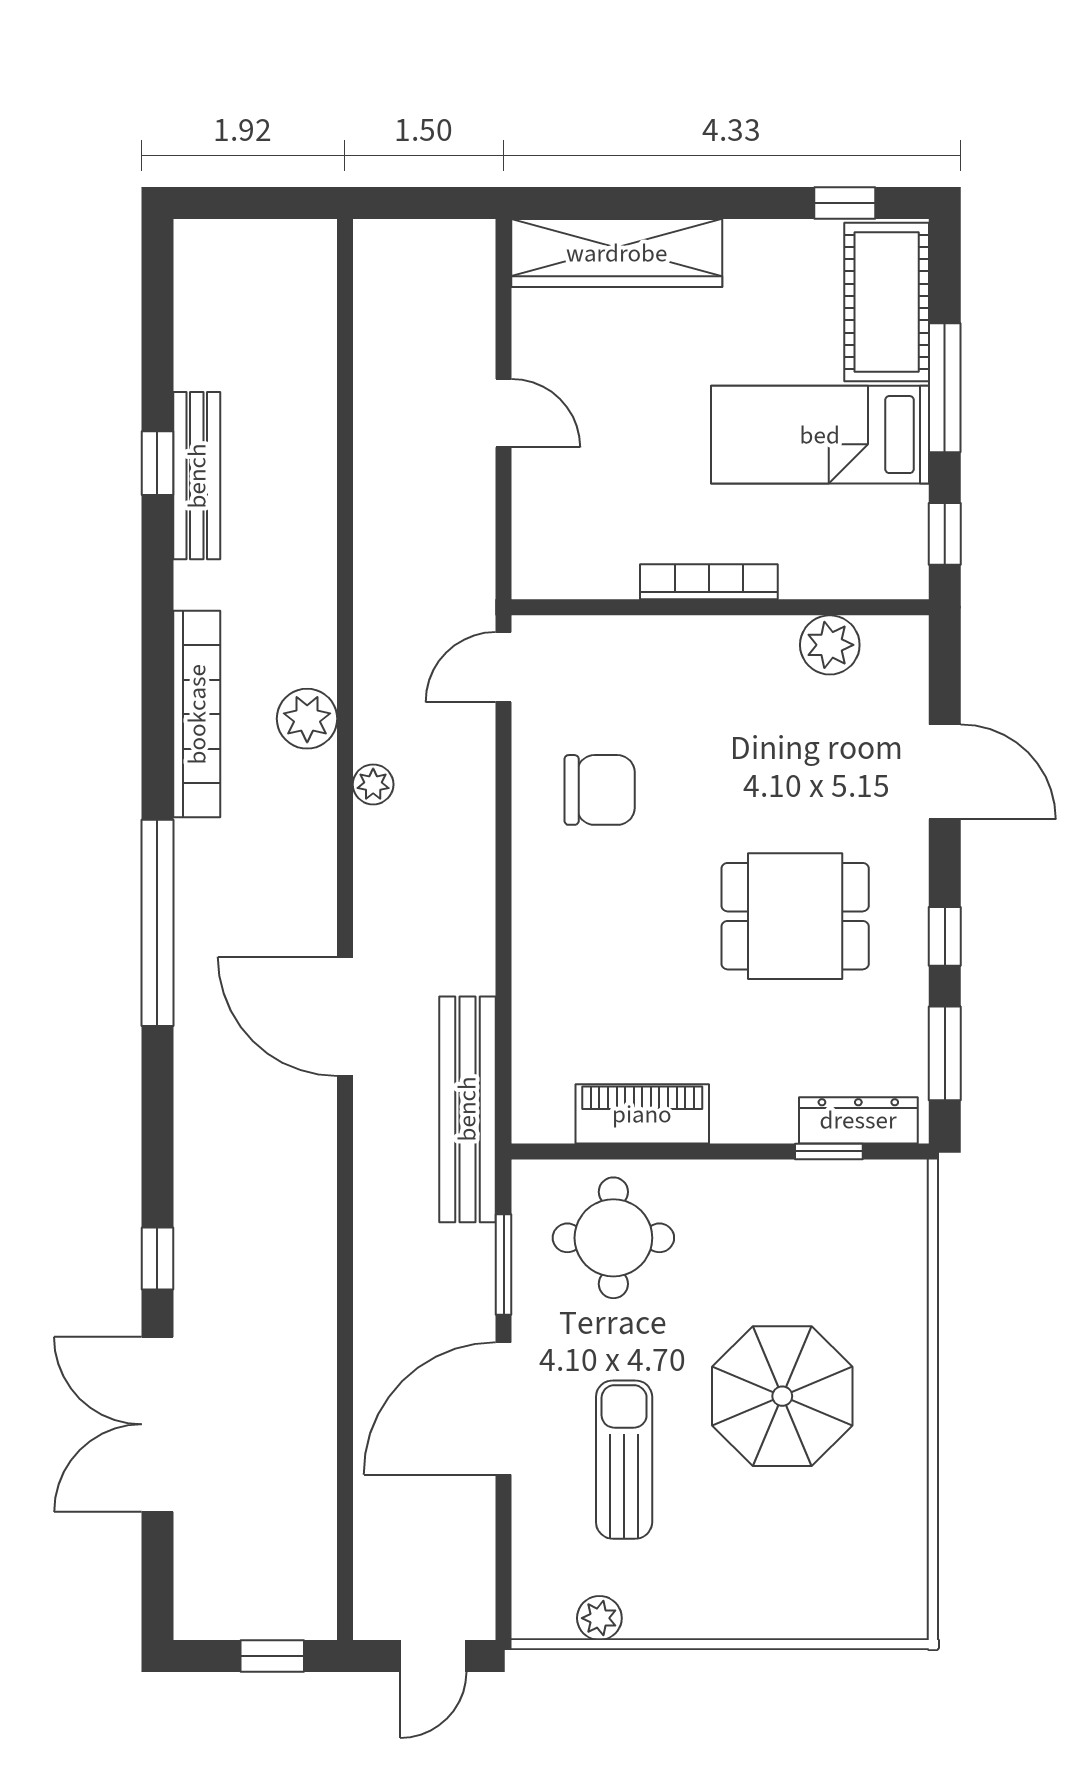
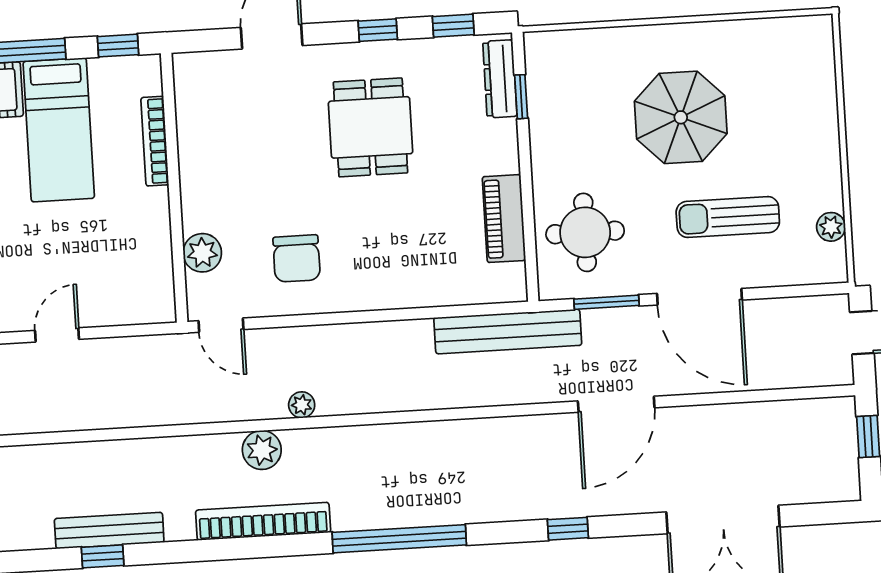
bookcase: (709, 582) -> (155, 141), moved
plant: (830, 645) -> (202, 253), moved
chair: (600, 790) -> (297, 258), turned 180
door: (345, 1016) -> (616, 404), moved
window: (945, 1053) -> (453, 26), width x0.67
window: (157, 1258) -> (568, 529), moved

